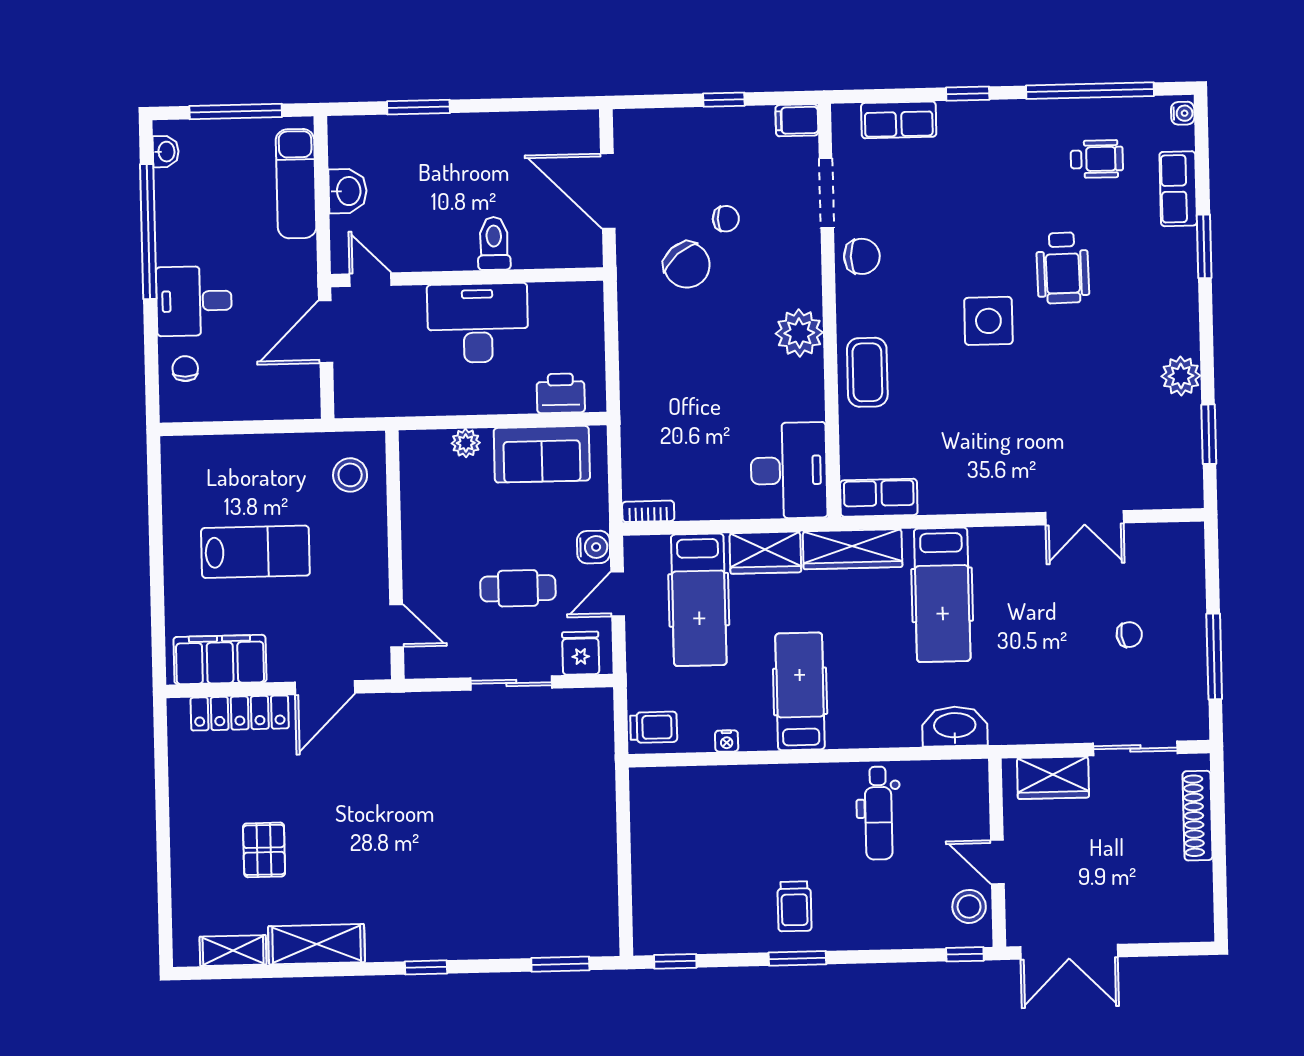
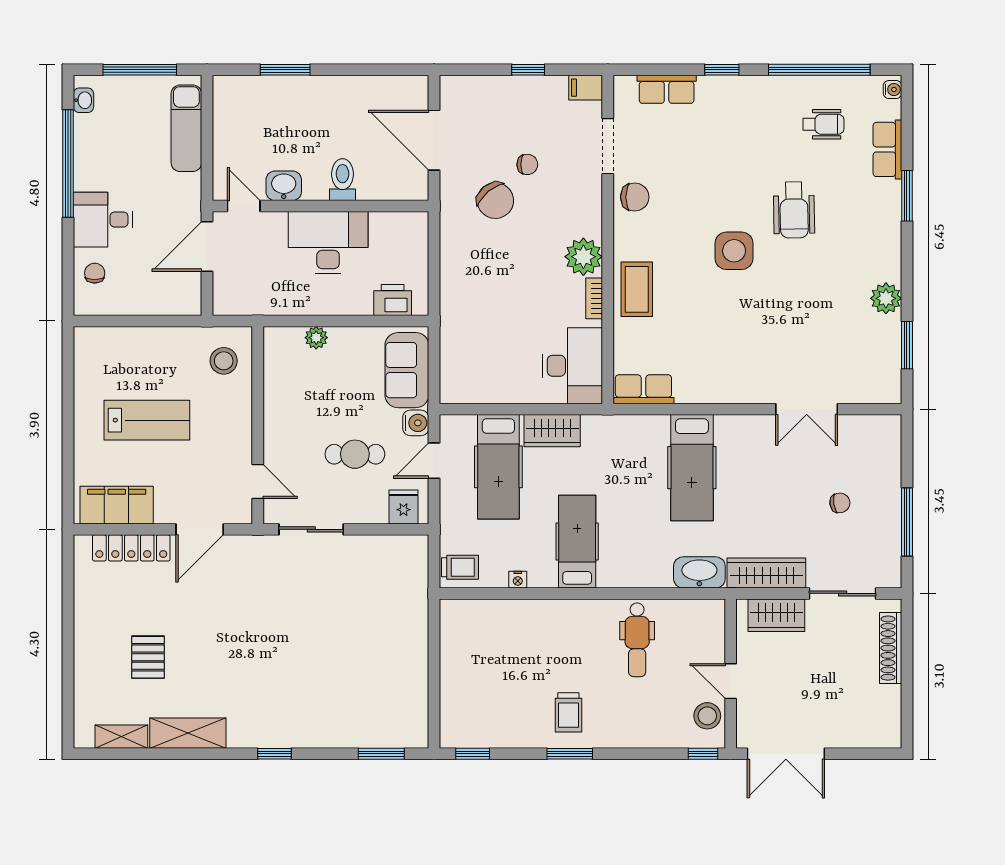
washbasin: (348, 191) -> (284, 186), moved, turned -90
sofa: (542, 454) -> (407, 370), moved, turned 90
bookcase: (648, 511) -> (594, 298), moved, turned -90
wardrobe: (853, 549) -> (766, 573), moved, turned 180
sliding door: (511, 683) -> (311, 529), moved

